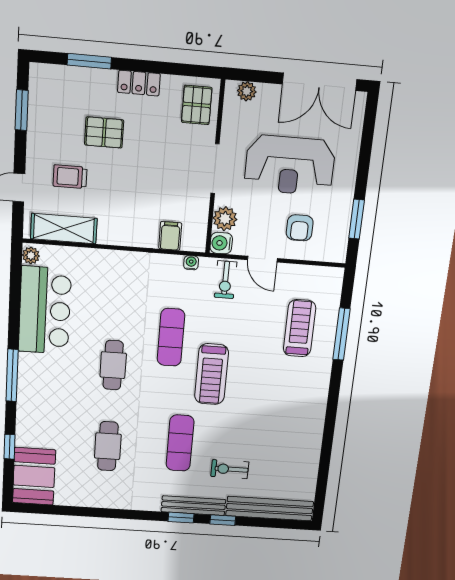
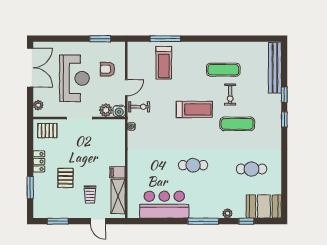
armchair: (300, 228) -> (107, 69), turned 180
filing cabinet: (170, 236) -> (117, 172), moved
plant: (31, 255) -> (227, 213), moved
treadmill: (300, 328) -> (164, 63), turned -90
exercise mat: (171, 337) -> (223, 70), moved
cafe table: (108, 446) -> (252, 169), moved
exercise bike: (230, 469) -> (230, 95), moved
bench: (193, 506) -> (276, 113), removed

